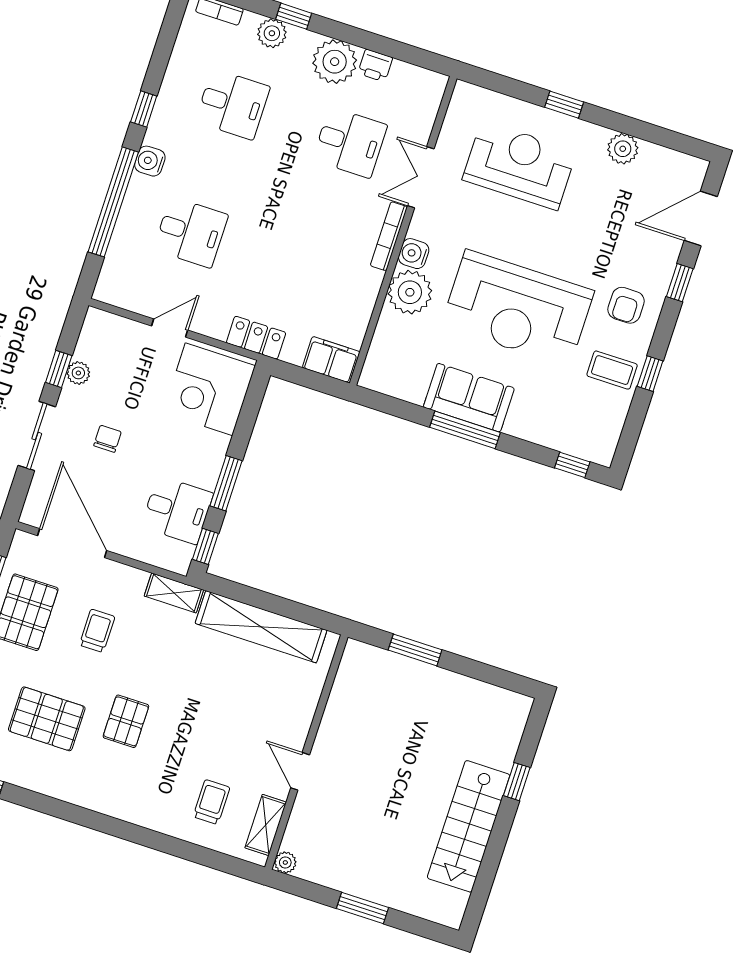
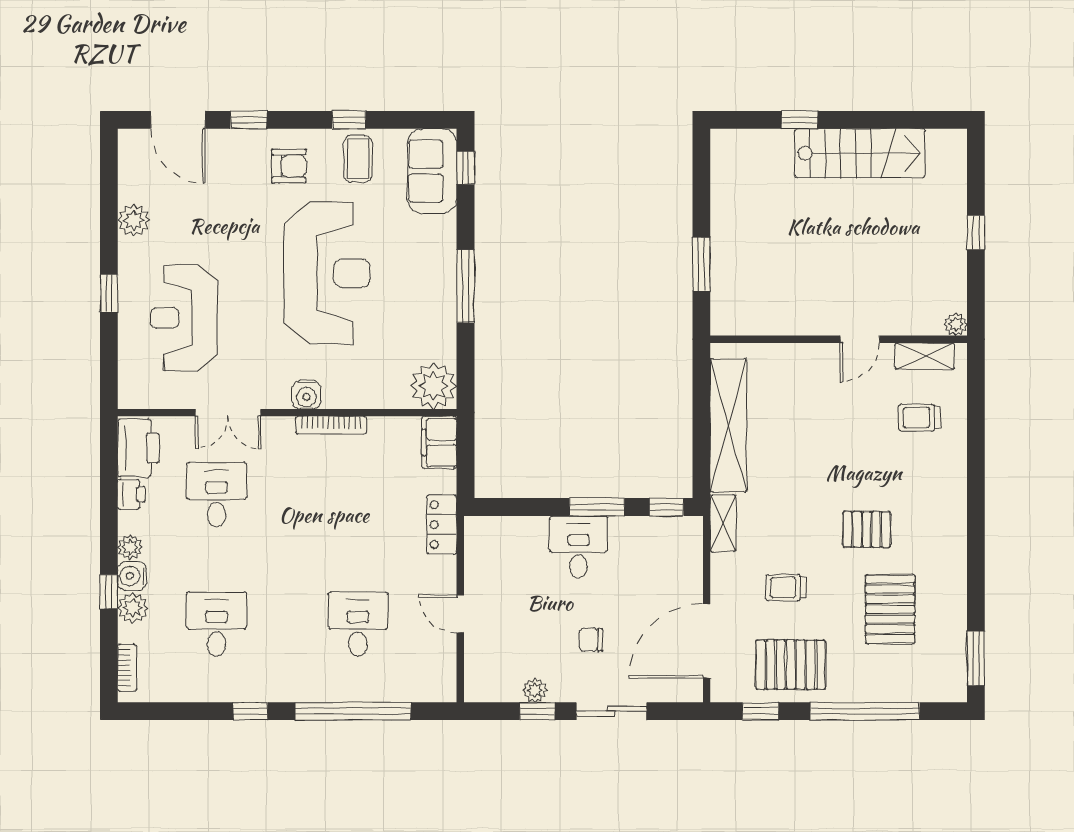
plant: (335, 62) -> (130, 547), width x0.53, depth x0.53
printer: (415, 86) -> (138, 448), added
water cooler: (150, 161) -> (132, 576), moved, turned 90
bookcase: (389, 236) -> (331, 425), moved
plant: (410, 292) -> (434, 386), moved
corner desk: (209, 389) -> (508, 555), removed
sofa: (469, 398) -> (432, 171), moved
desk: (177, 510) -> (578, 547), moved
window: (362, 908) -> (976, 233), width x0.67

